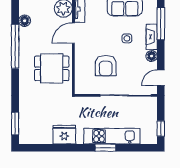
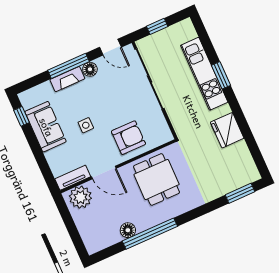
floor lamp: (25, 21) -> (128, 230), moved
window: (161, 24) -> (69, 66), moved
side table: (127, 38) -> (86, 125), moved
armchair: (106, 66) -> (128, 138), moved
window: (161, 129) -> (157, 26), moved

